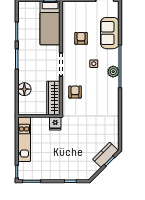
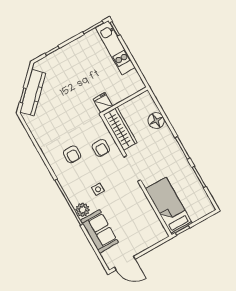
armchair: (81, 38) -> (72, 154), moved
plant: (113, 72) -> (83, 210), moved
kitchen unit: (24, 139) -> (115, 48), moved
kitchen counter: (106, 155) -> (33, 93), width x1.50

